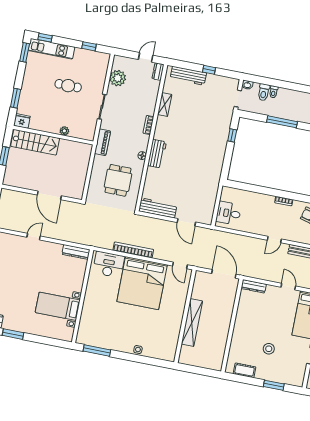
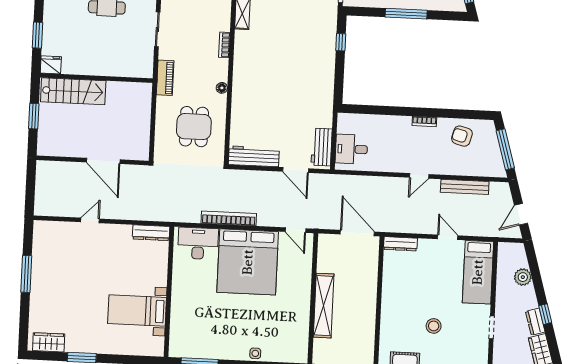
plant: (64, 131) -> (111, 70), removed
workbench: (157, 154) -> (322, 147), moved, turned 180

